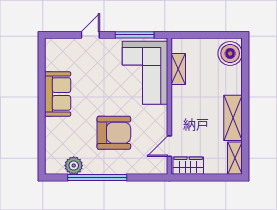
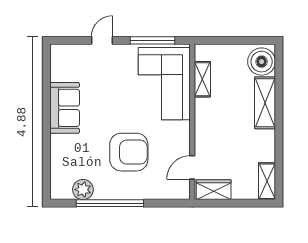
shelving: (233, 118) -> (265, 103), moved

